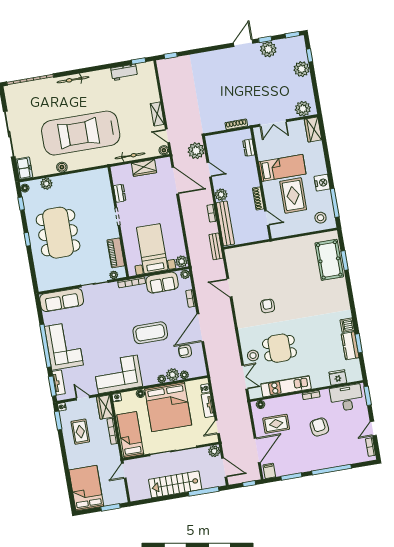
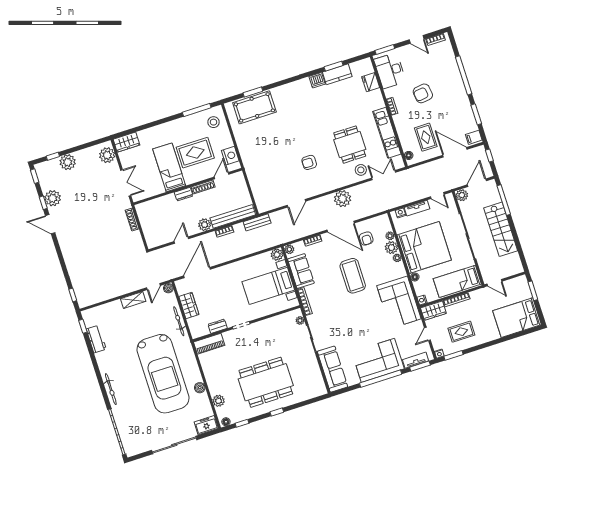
dresser: (249, 148) -> (184, 194), moved
plant: (196, 151) -> (343, 199), moved
nightstand: (322, 183) -> (230, 156), moved, turned 90
piano: (116, 253) -> (209, 344), moved

